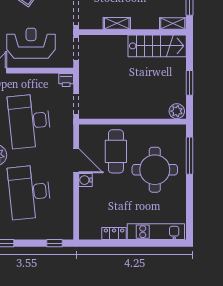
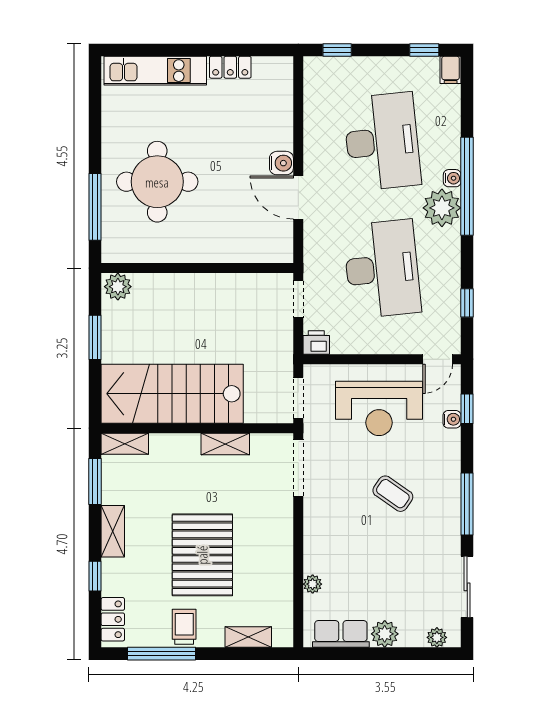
stairs: (157, 46) -> (172, 394), width x1.36, depth x1.51
cafe table: (116, 151) -> (227, 214), removed

